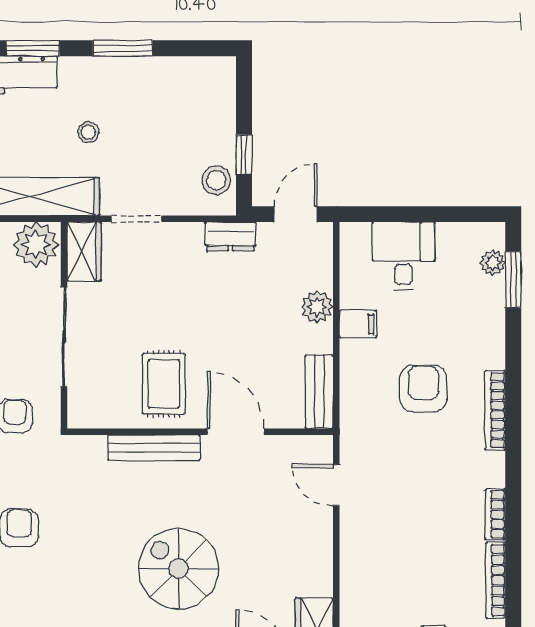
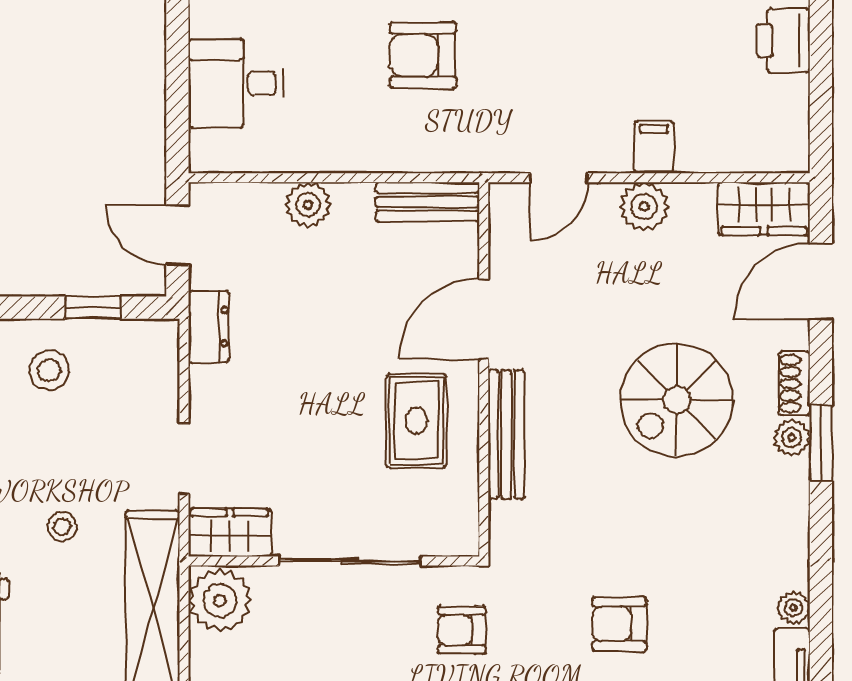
stool: (216, 180) -> (49, 370), moved
filing cabinet: (358, 324) -> (654, 147), moved
rug: (164, 384) -> (416, 421), turned 90
plant: (316, 546) -> (644, 207), added

